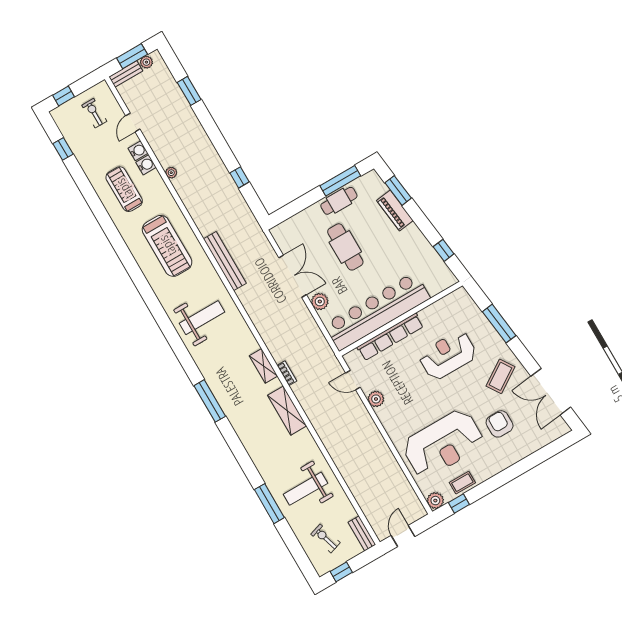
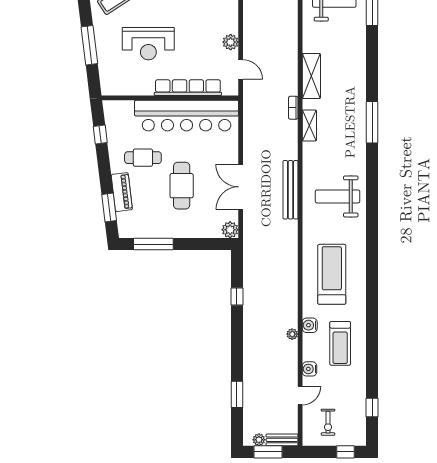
water cooler: (146, 165) -> (310, 325), moved
cafe table: (339, 201) -> (143, 158), moved
bench: (225, 261) -> (290, 190), moved
plant: (320, 302) -> (230, 230), moved

